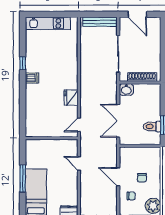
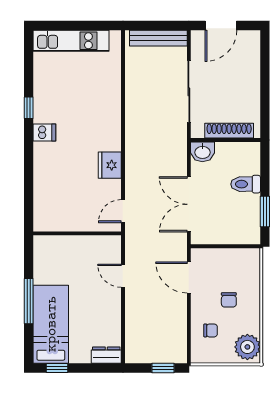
door: (137, 14) -> (221, 26), hinge flipped
toilet: (152, 126) -> (246, 184), moved
door: (118, 177) -> (189, 278), moved

